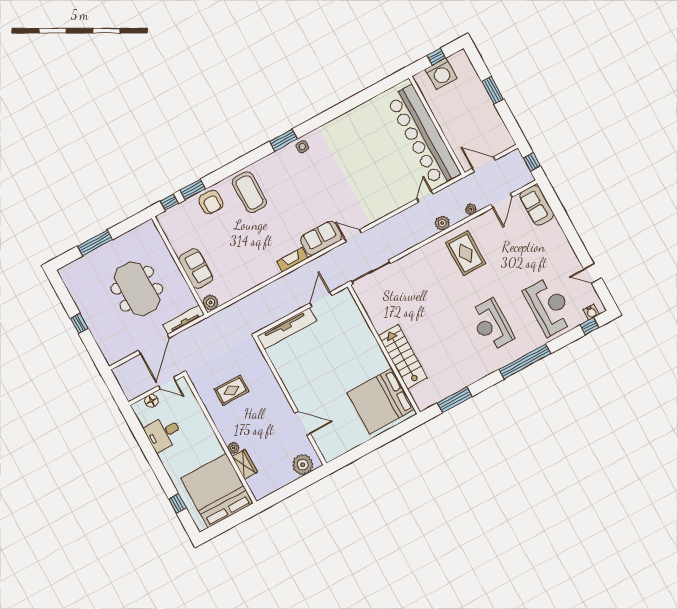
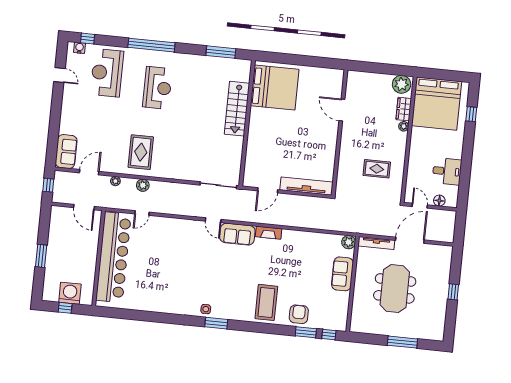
plant: (303, 465) -> (402, 84), moved

